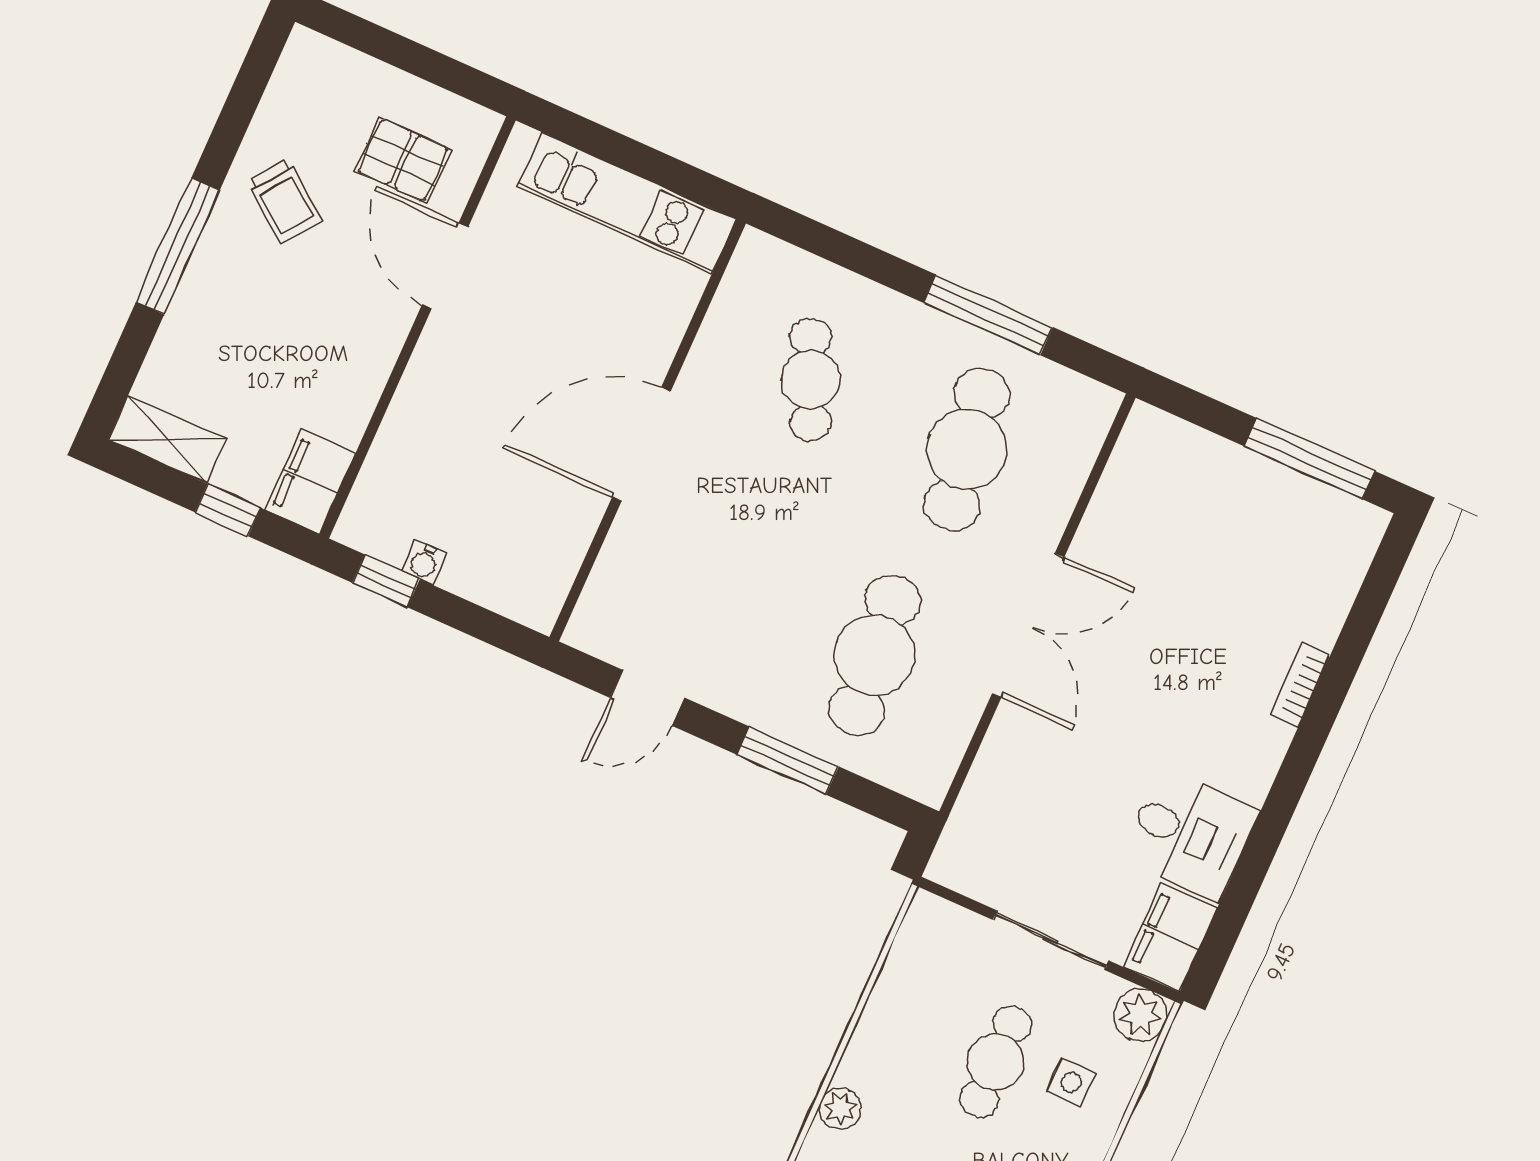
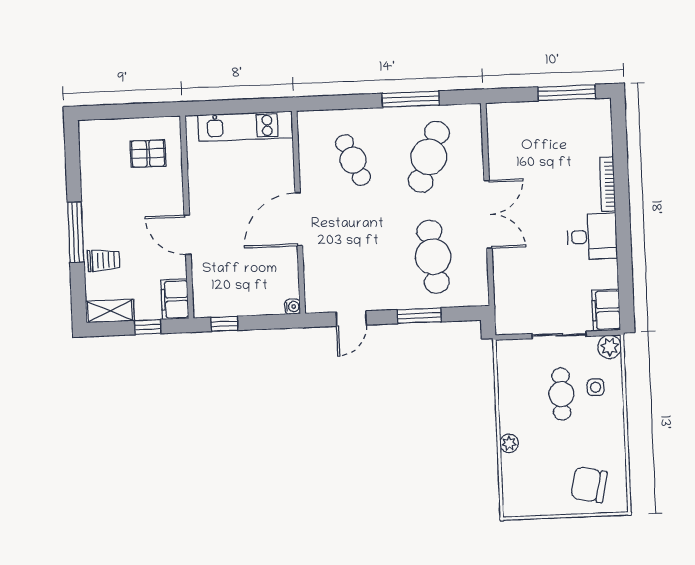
trolley: (284, 201) -> (104, 260), moved, turned -37
door: (445, 266) -> (188, 235), moved
cafe table: (967, 449) -> (429, 157), turned 30
water cooler: (424, 562) -> (293, 307), moved, turned -90
bookcase: (1300, 685) -> (608, 184), width x1.56
desk: (1190, 835) -> (592, 237), moved

